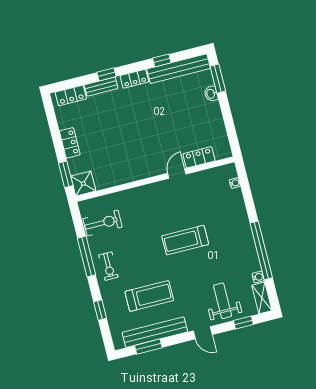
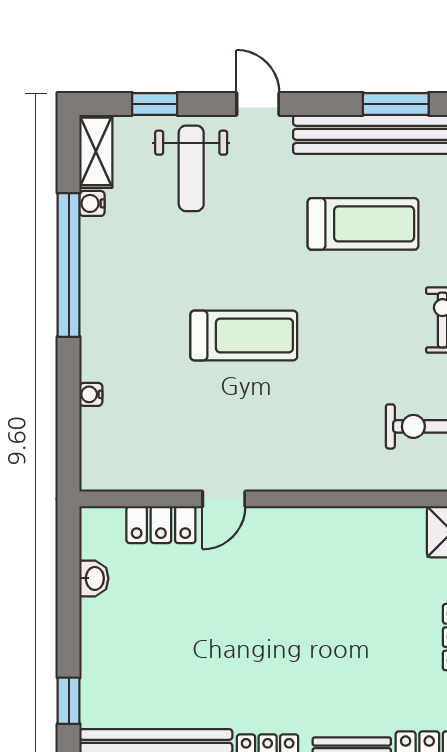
window: (218, 79) -> (69, 701), width x0.67
washbasin: (211, 94) -> (94, 578), moved
water cooler: (235, 183) -> (91, 394), moved
treadmill: (149, 296) -> (363, 224), turned 180

